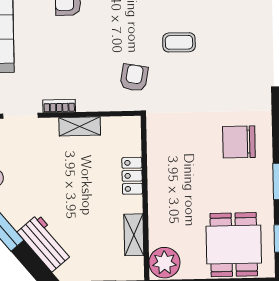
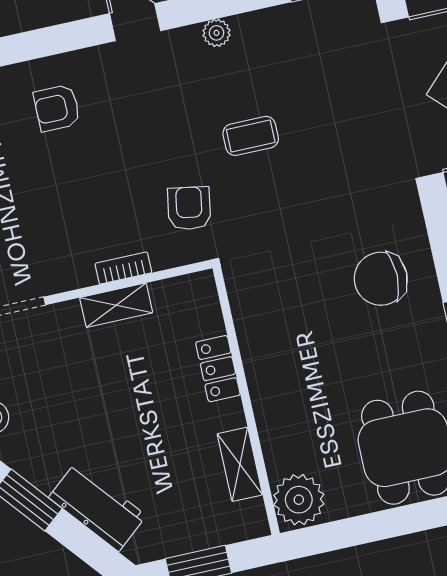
bookcase: (59, 106) -> (123, 268), moved

